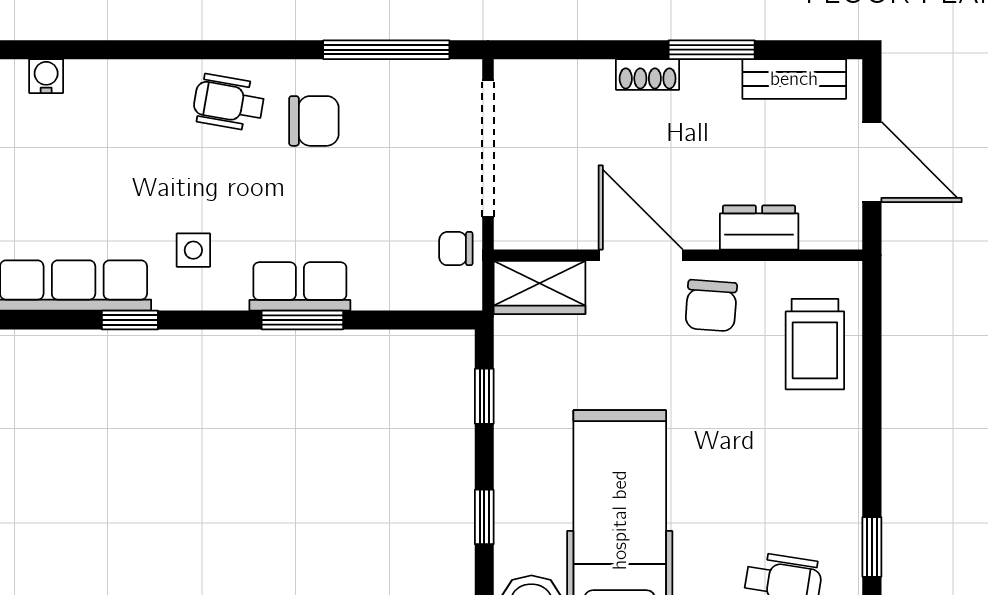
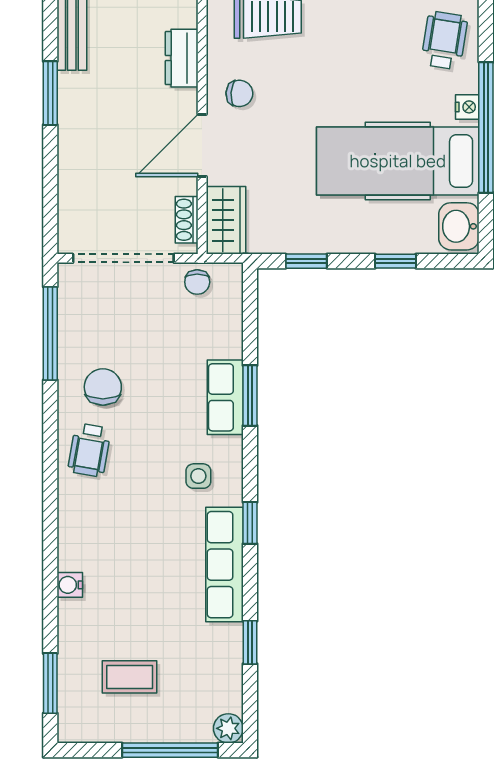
shoe rack: (648, 74) -> (187, 220), moved, turned 180
chair: (711, 306) -> (239, 93), width x0.73, depth x0.73

